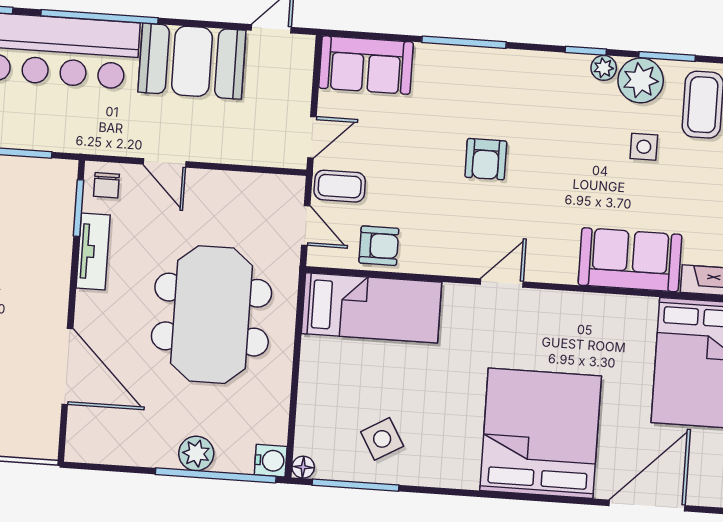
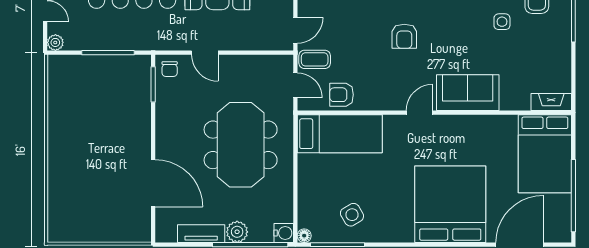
armchair: (379, 246) -> (342, 95), turned 180
tv unit: (93, 252) -> (201, 234), moved, turned -90
sofa: (630, 260) -> (468, 93), moved

